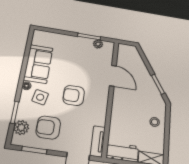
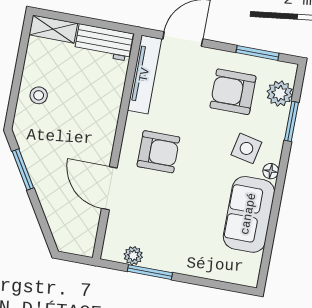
armchair: (74, 95) -> (158, 152), moved
armchair: (48, 128) -> (233, 92), turned 180
tv unit: (98, 141) -> (145, 75), width x1.41

